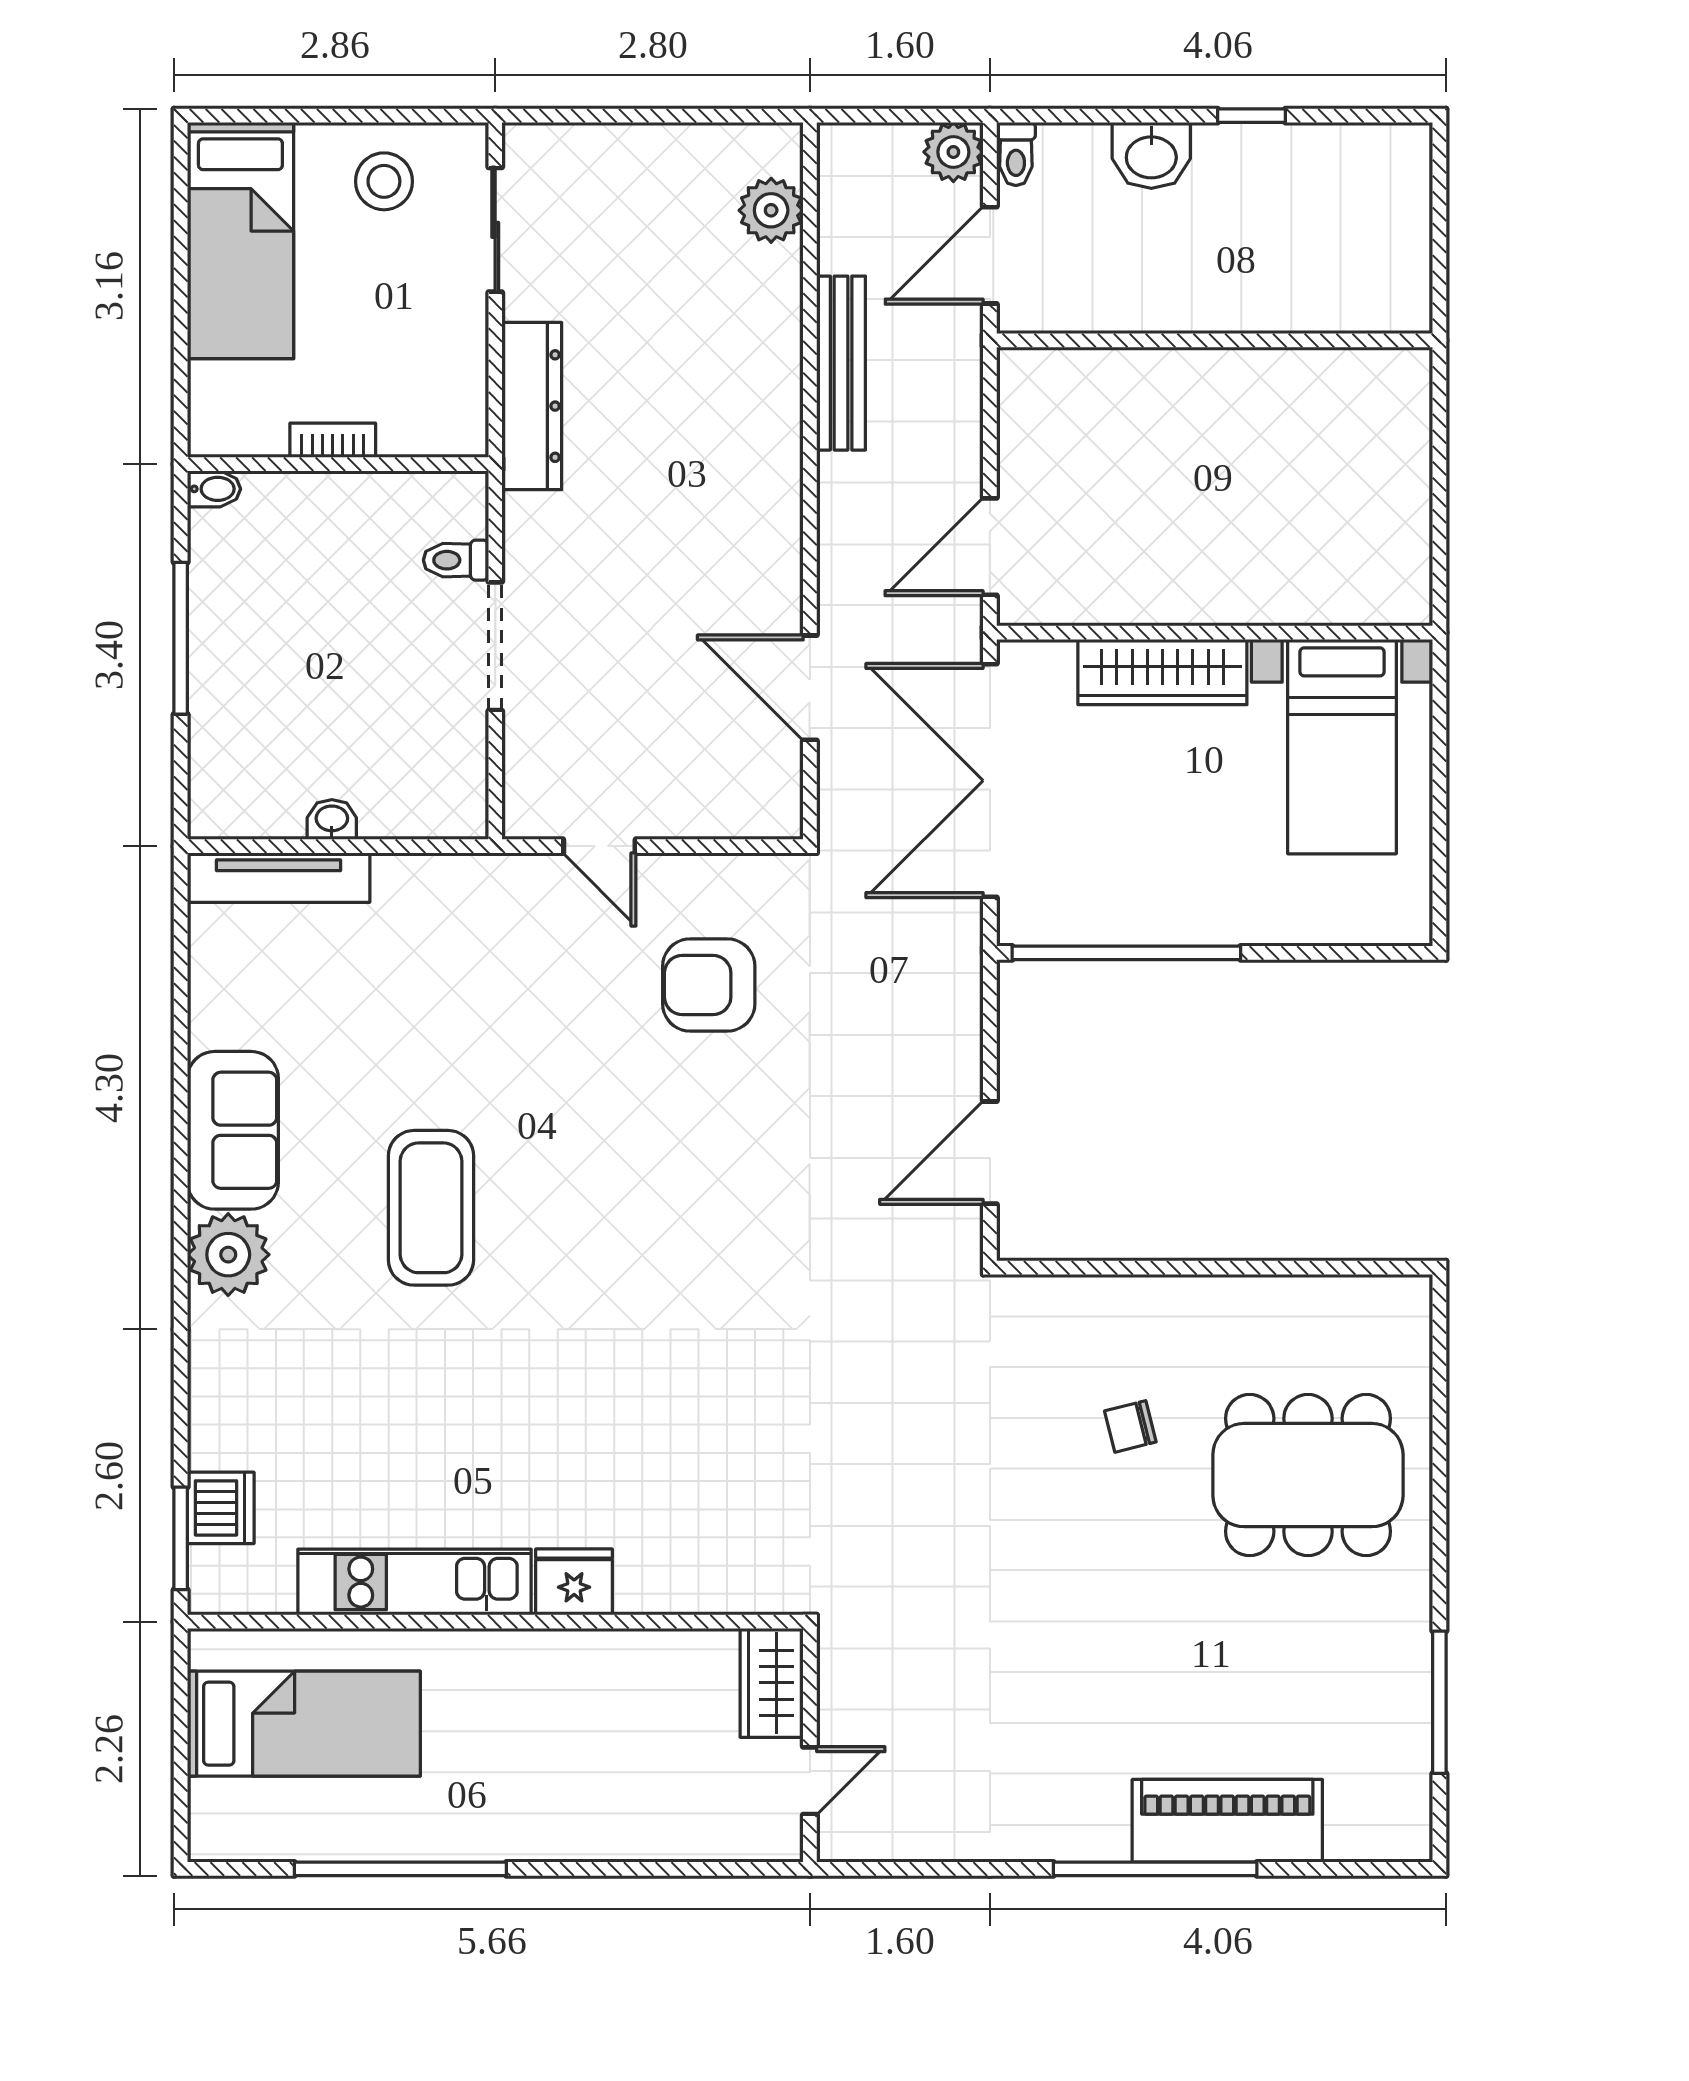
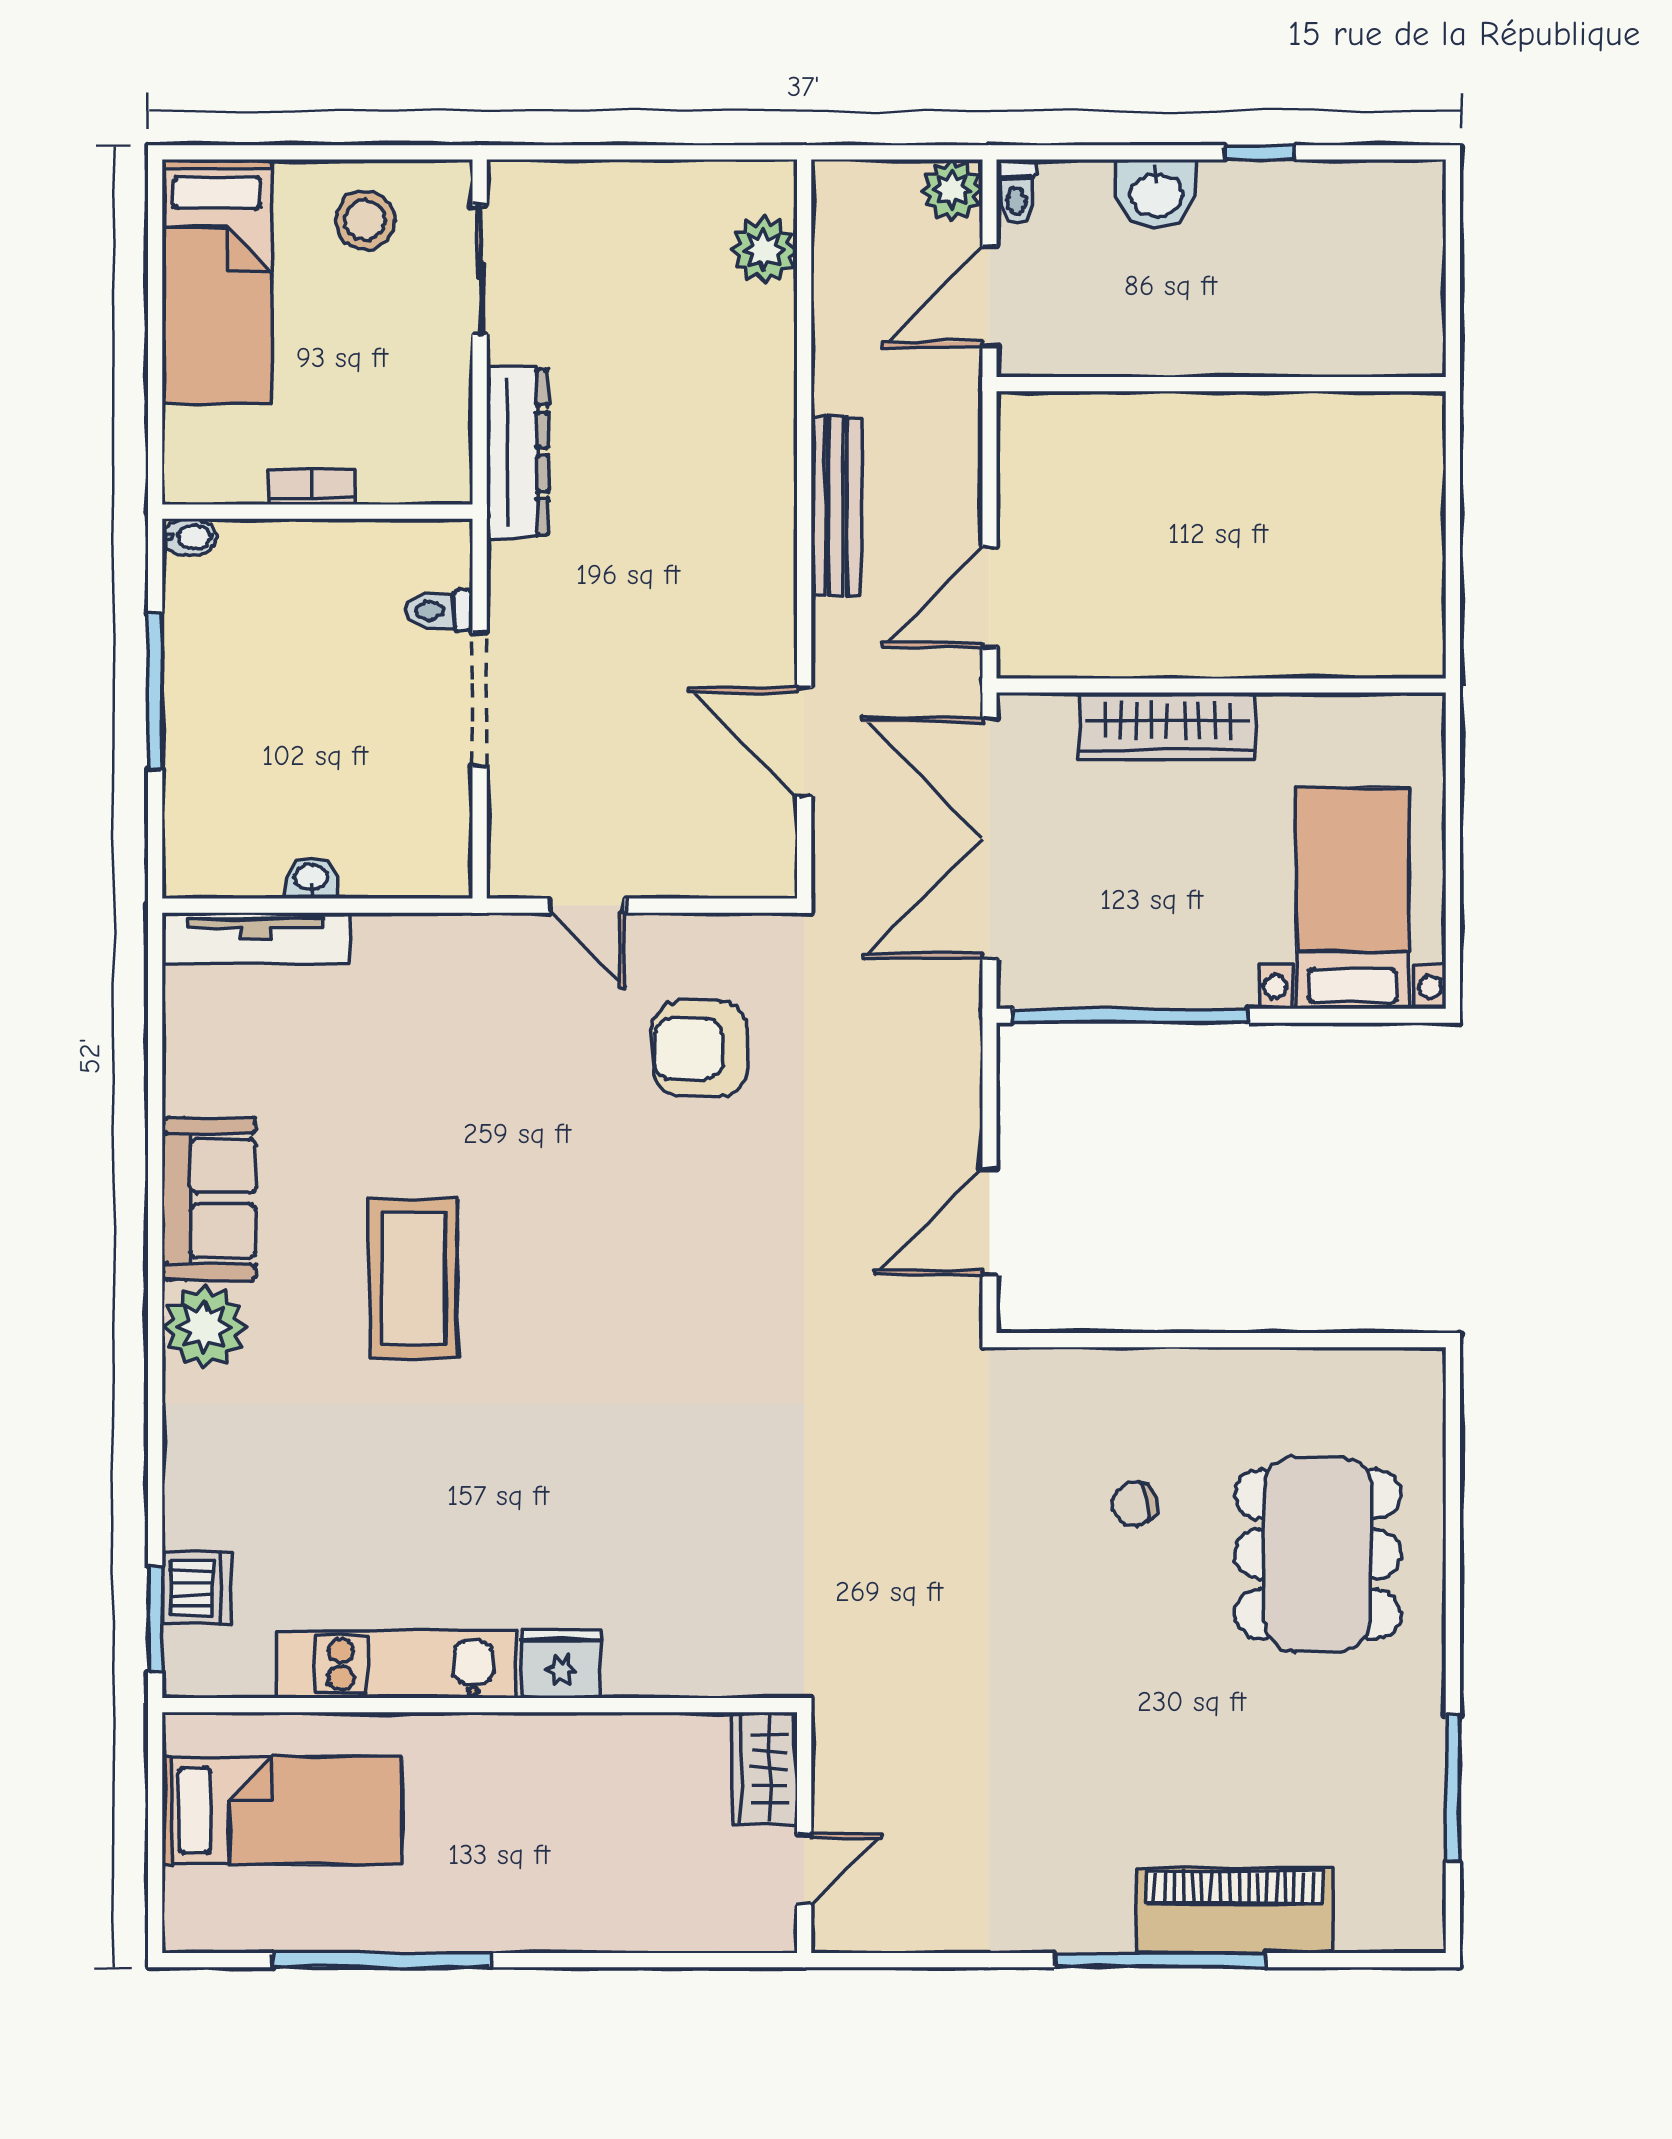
bench: (841, 363) -> (836, 506), moved
bed with nightstands: (1342, 747) -> (1353, 898), moved, turned 180
dining table: (1308, 1475) -> (1318, 1554), turned 90

